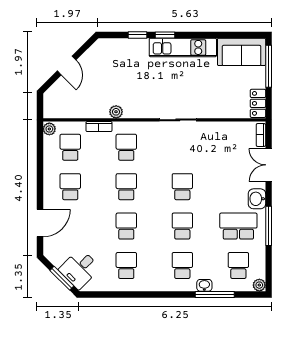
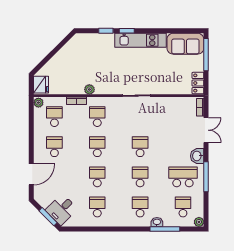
door: (67, 65) -> (52, 54), removed
fridge: (53, 105) -> (41, 85), added
double door: (269, 165) -> (206, 130), swing flipped

